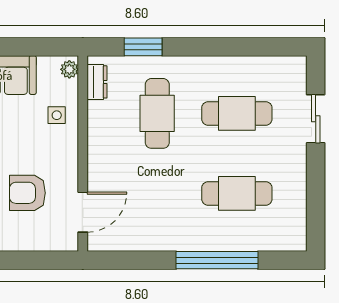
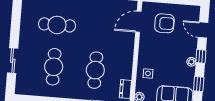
cafe table: (237, 113) -> (54, 67), turned 90
armchair: (27, 193) -> (164, 23), moved

